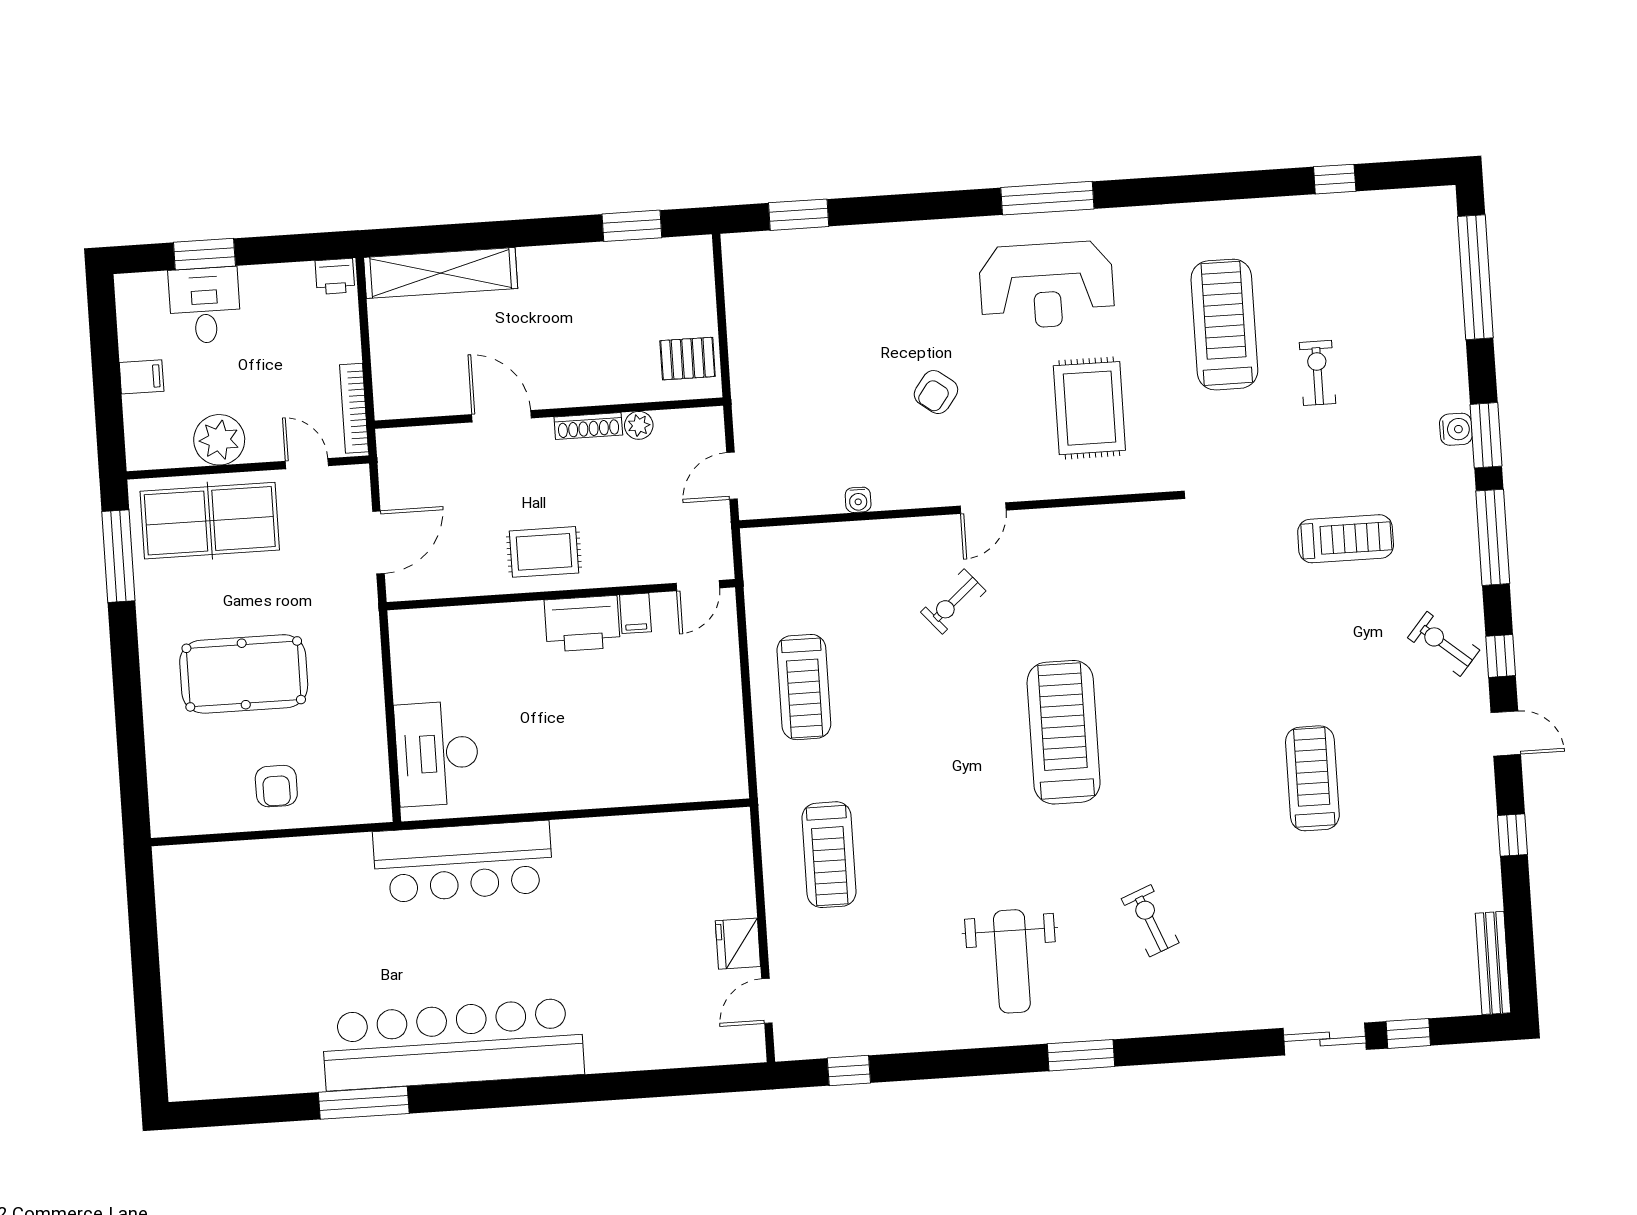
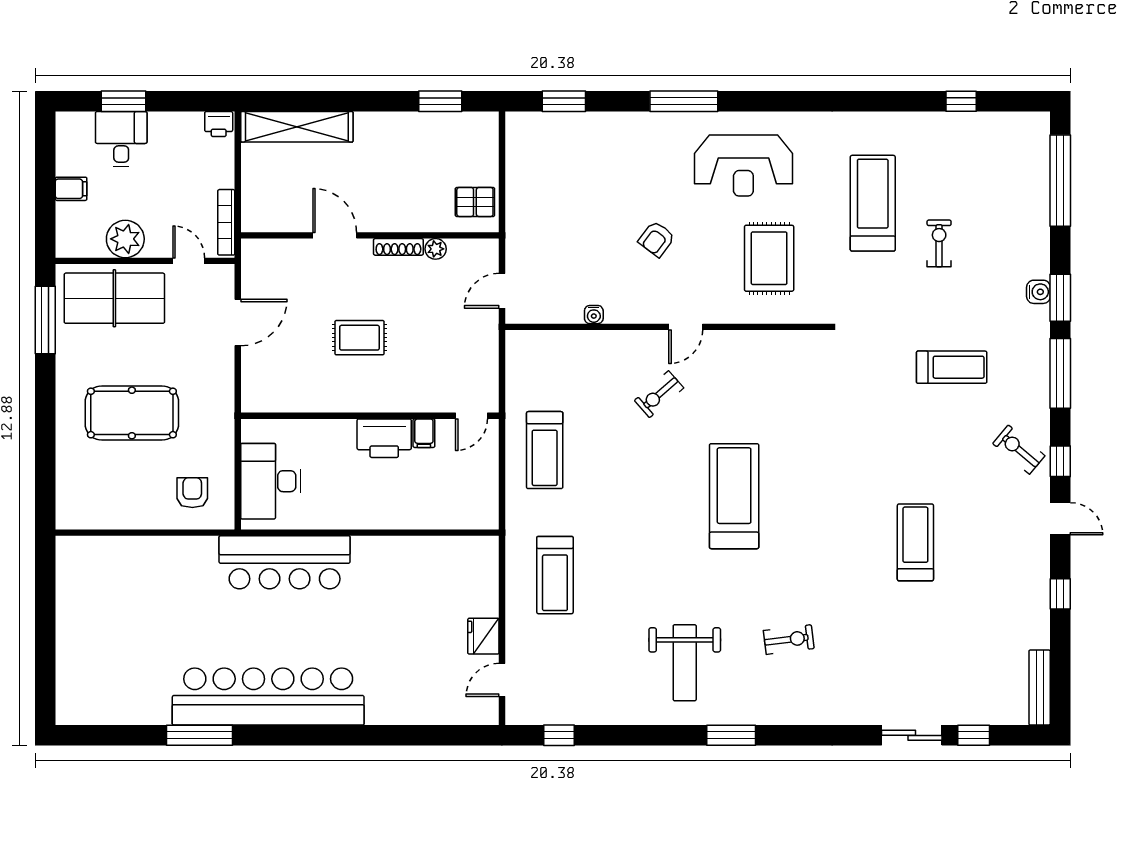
window: (1047, 198) -> (684, 101), moved
door: (698, 586) -> (471, 416), moved
wall: (561, 595) -> (370, 416), moved
filing cabinet: (635, 613) -> (424, 433), moved
printer: (582, 624) -> (384, 438), moved
armchair: (276, 786) -> (192, 493), moved, turned 180
exercise bike: (1150, 921) -> (789, 640), turned 105

